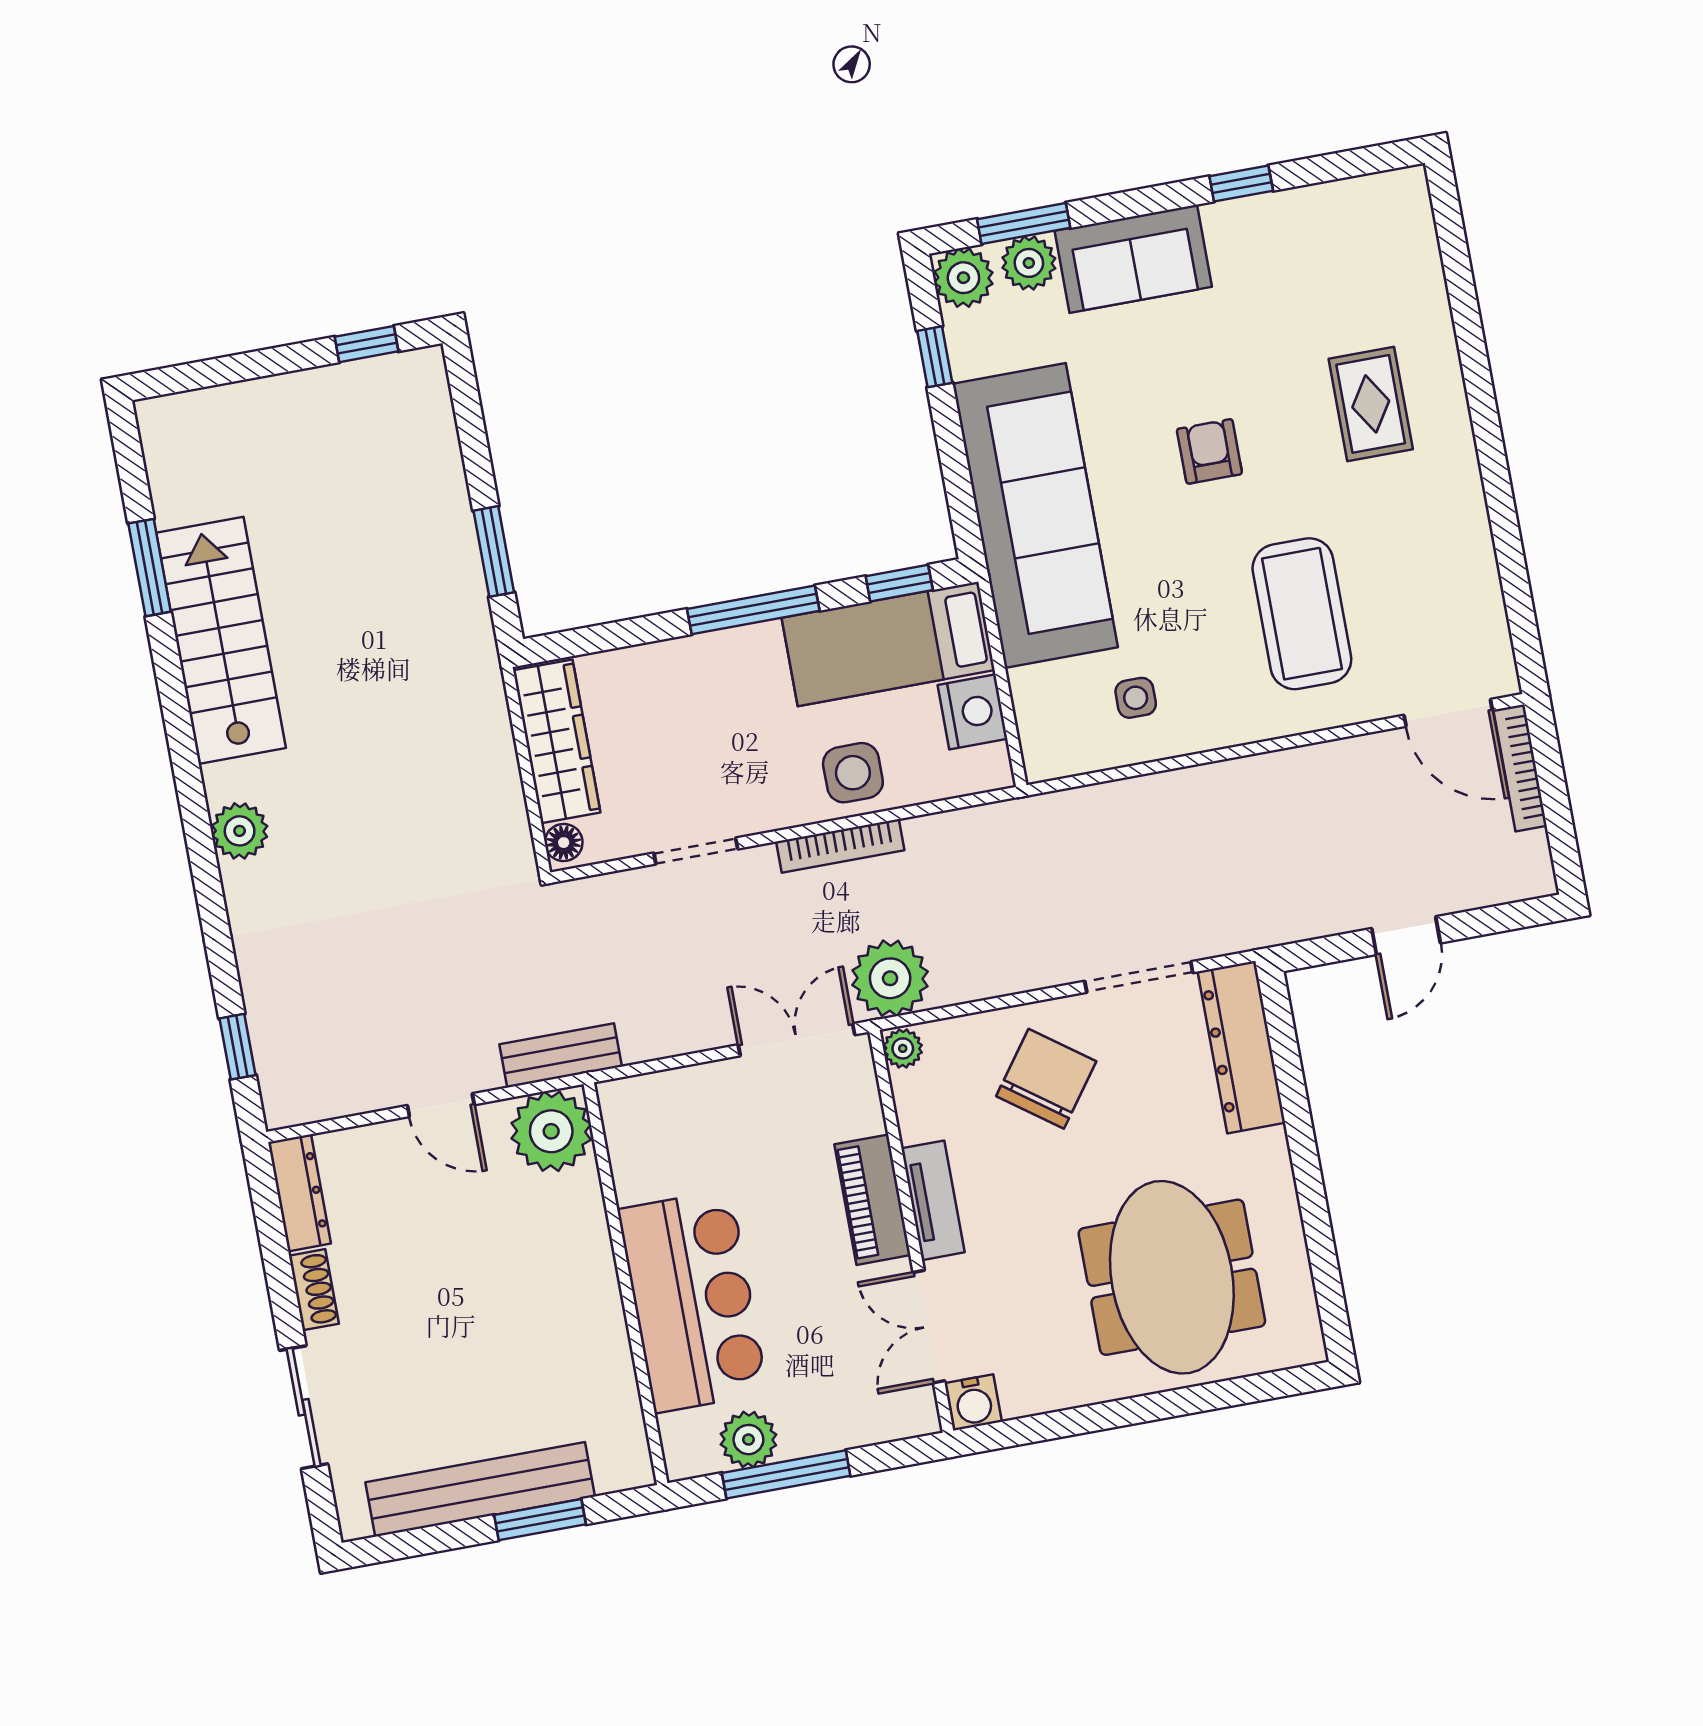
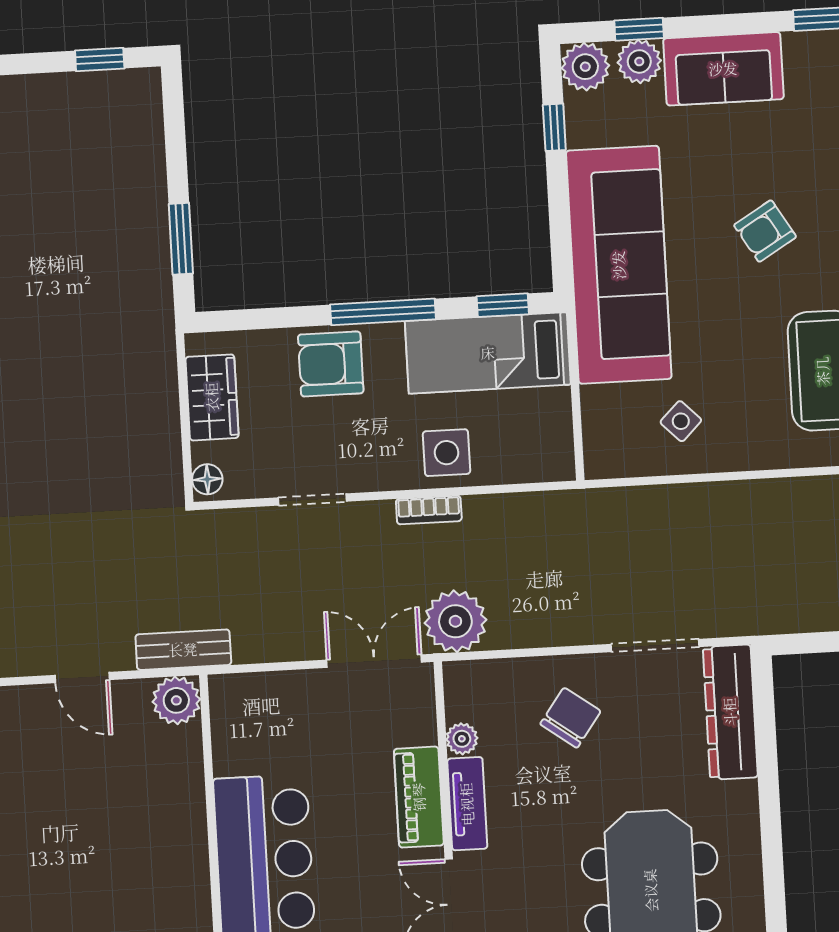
window: (1024, 223) -> (639, 29), width x0.67
armchair: (1209, 451) -> (765, 231), turned -121
armchair: (697, 682) -> (331, 364), added
side table: (1136, 698) -> (681, 421), turned 45
nightstand: (973, 712) -> (549, 416), removed
wardrobe: (557, 741) -> (212, 397), width x0.67
bookcase: (840, 846) -> (429, 510), width x0.64
plant: (903, 1048) -> (462, 739), moved
chair: (1046, 1079) -> (570, 718), width x0.73, depth x0.73
plant: (551, 1131) -> (176, 700), width x0.73, depth x0.73

